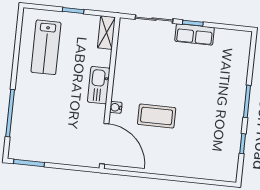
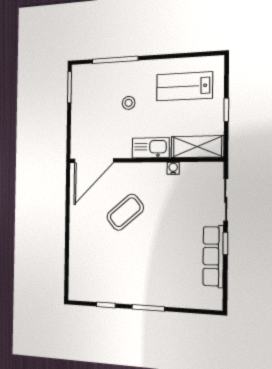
shelving: (106, 33) -> (197, 147), width x1.50, depth x1.33
row of seats: (195, 34) -> (213, 256), width x1.48
stool: (53, 103) -> (129, 103), added
water cooler: (116, 107) -> (173, 168), moved
coffee table: (157, 116) -> (125, 212), turned 50

